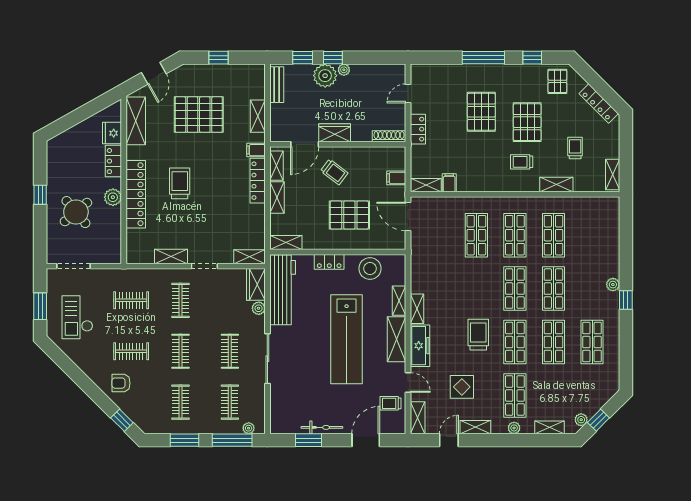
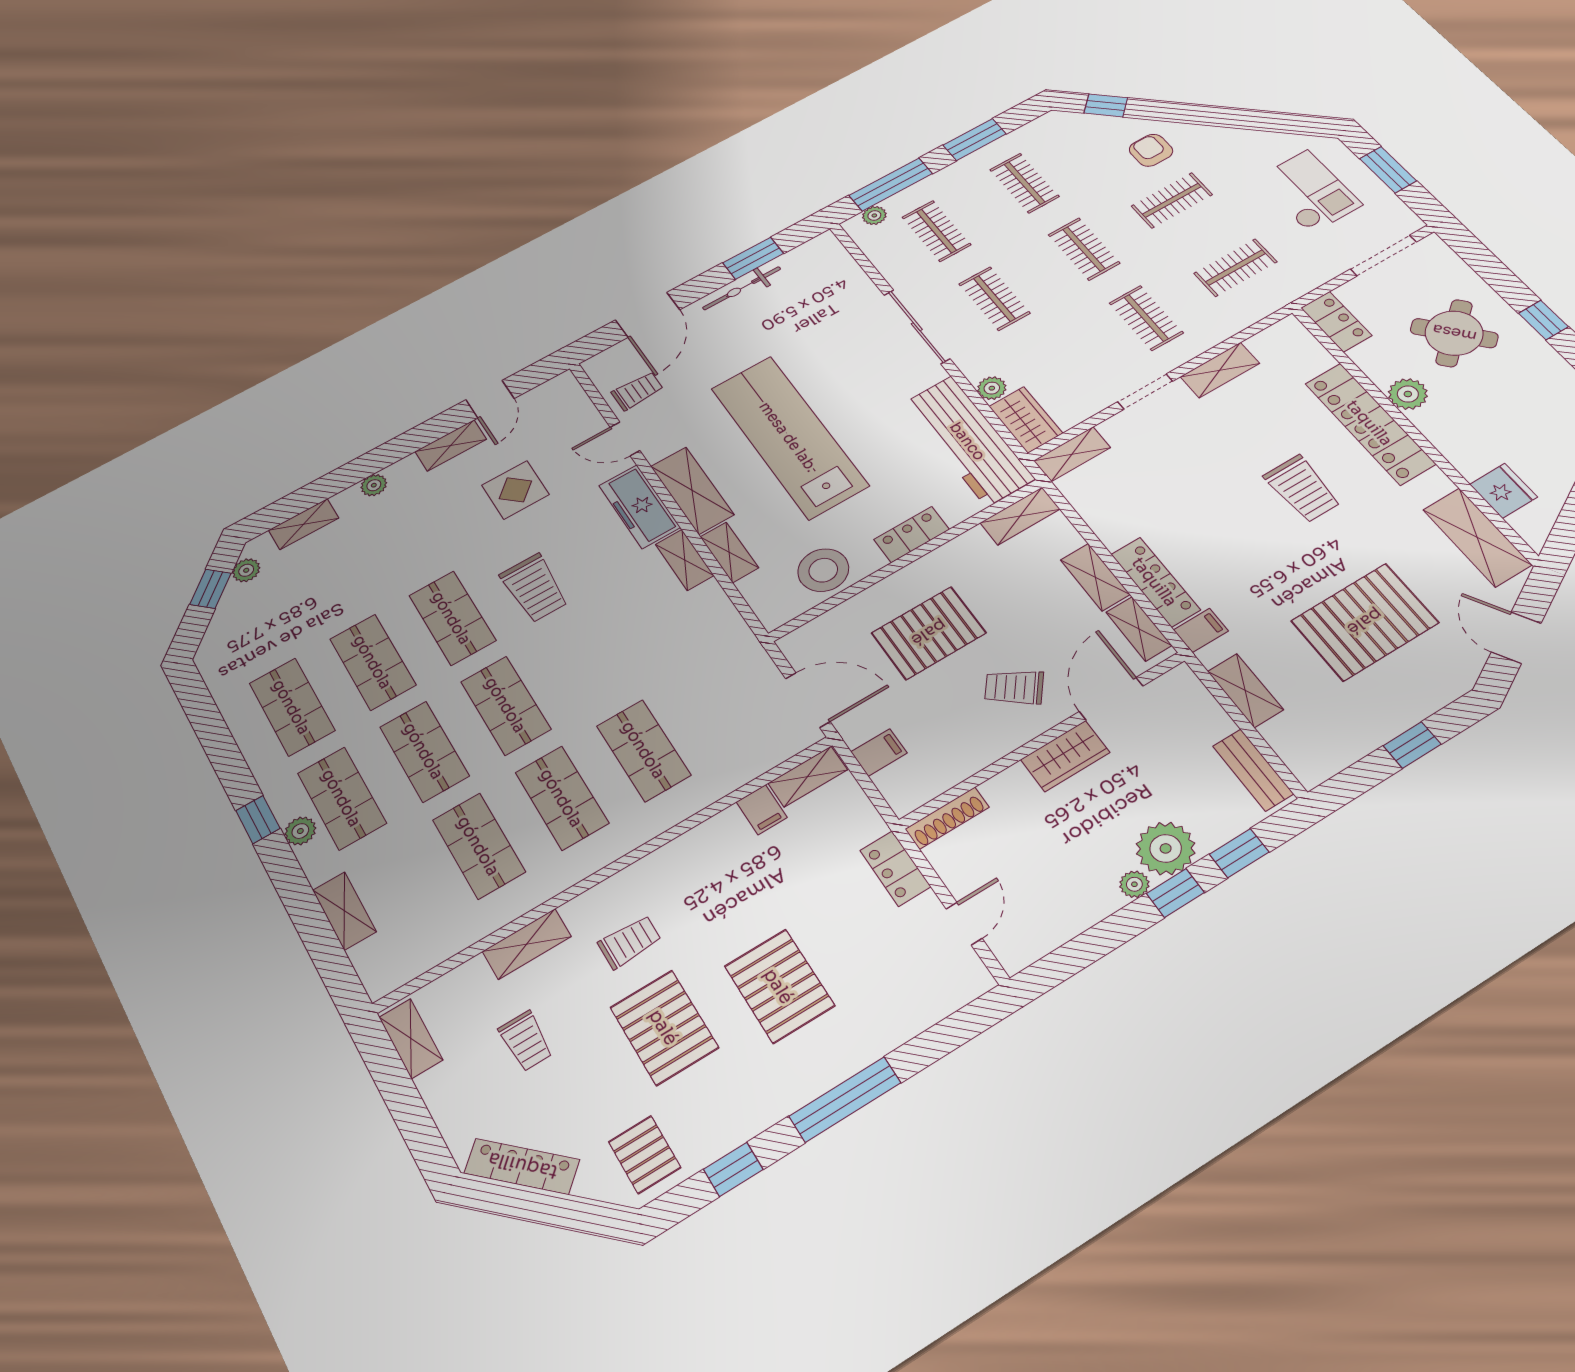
locker: (113, 161) -> (1336, 322), moved
armchair: (121, 383) -> (1151, 150), turned -90
shop shelf: (515, 395) -> (342, 798), moved
shelving: (418, 418) -> (344, 911), moved

